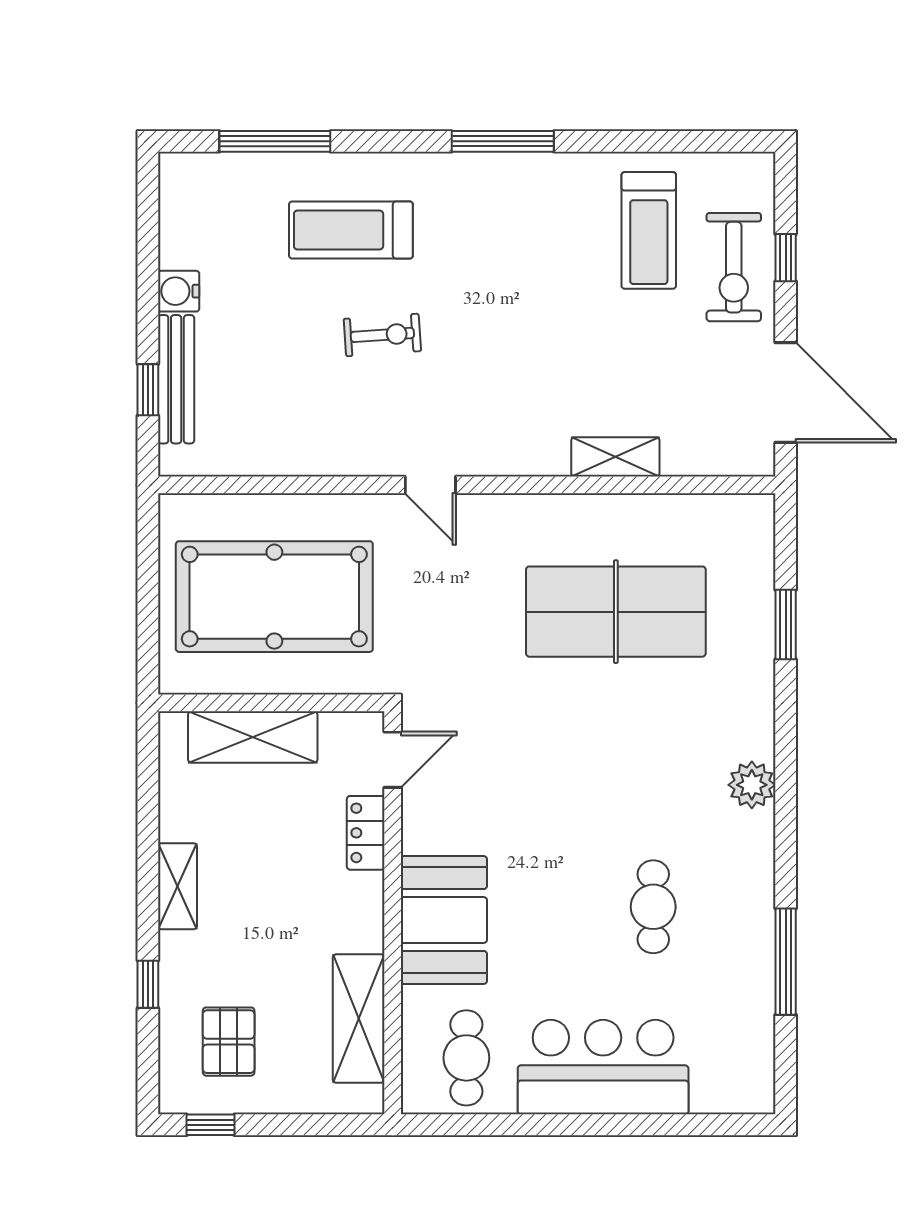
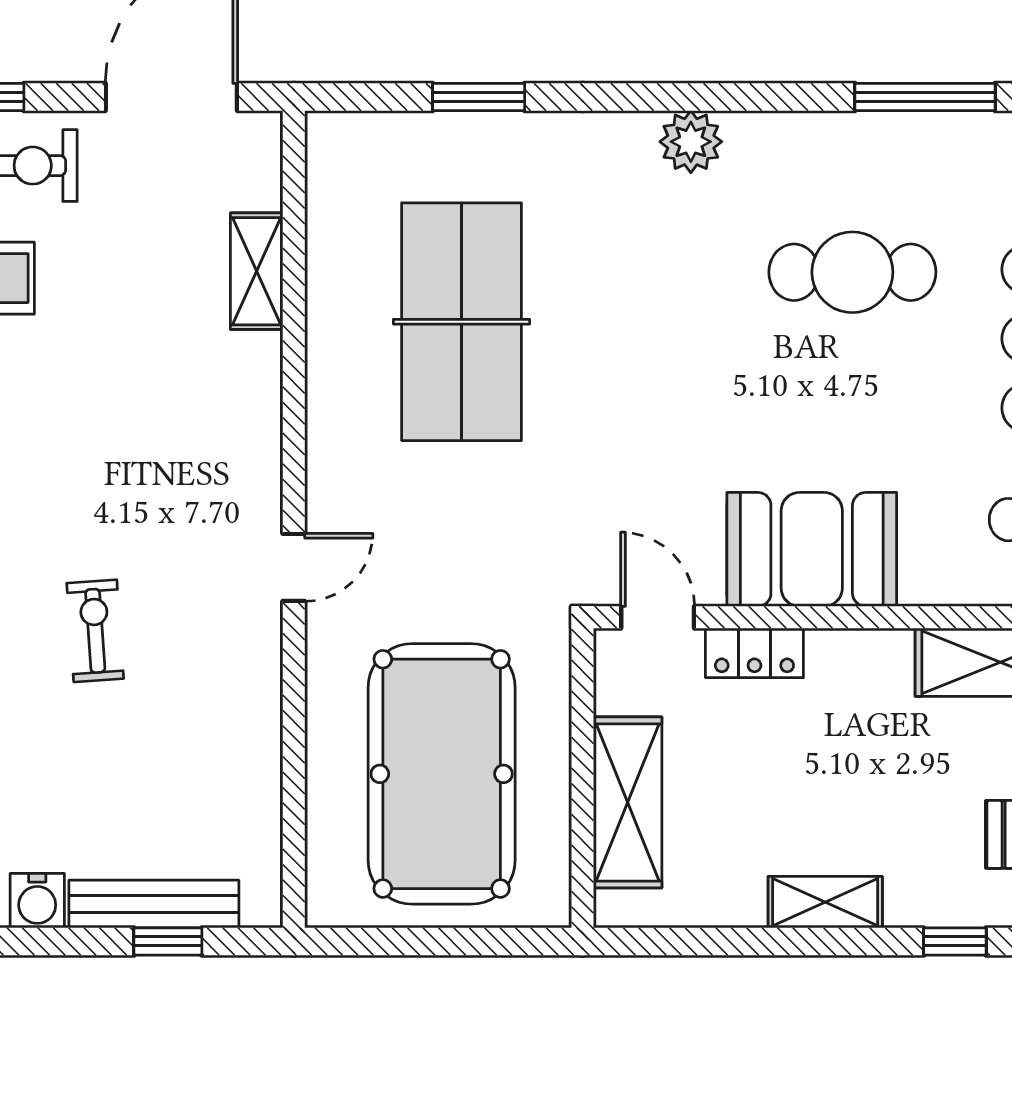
shelving: (615, 457) -> (257, 271), moved
cafe table: (653, 907) -> (852, 272), width x1.37, depth x1.35
booth: (444, 920) -> (812, 549), moved

